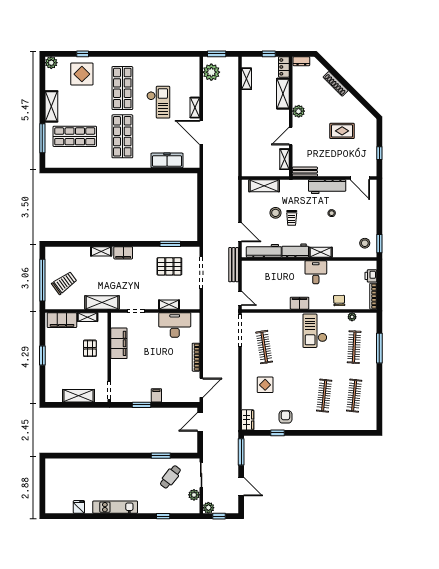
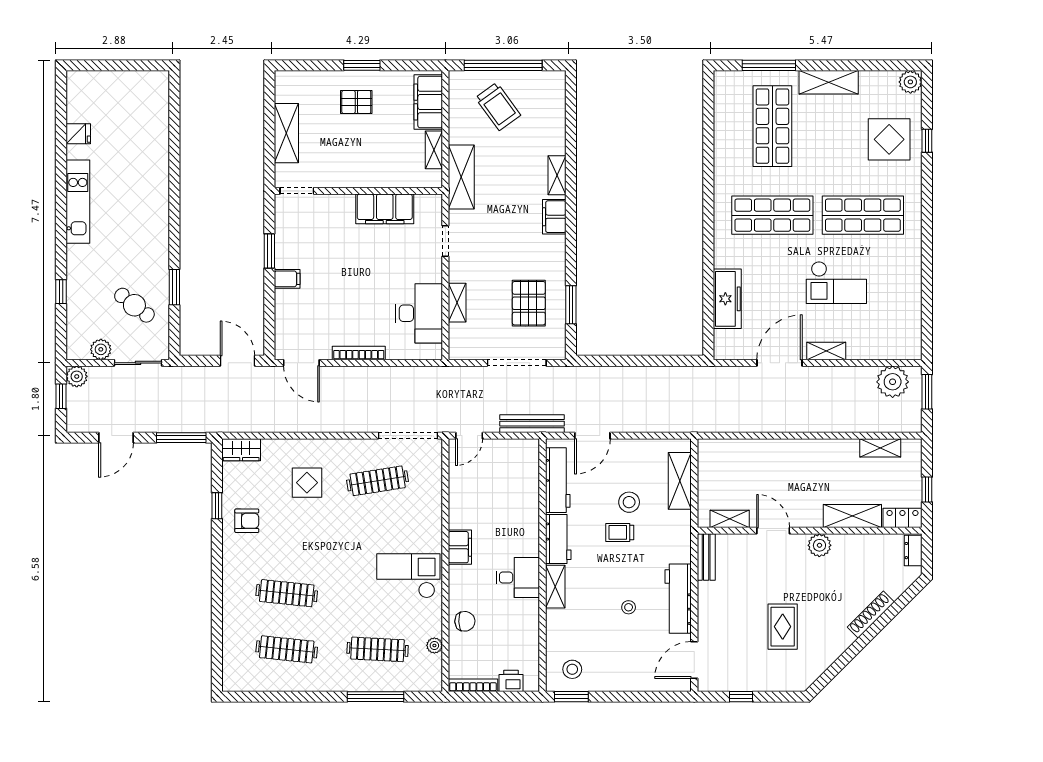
pallet: (90, 348) -> (356, 102), moved

